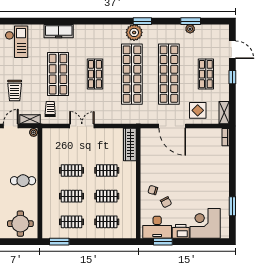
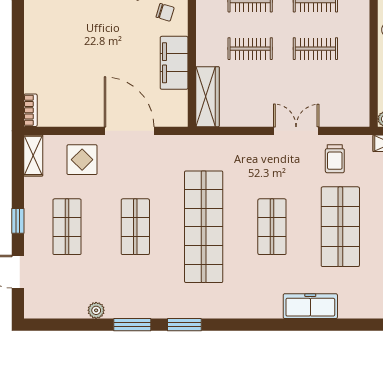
window: (191, 21) -> (132, 325), moved
freezer: (59, 31) -> (310, 306), moved
plant: (134, 32) -> (200, 304), removed
shop shelf: (169, 74) -> (135, 227), width x0.50, depth x0.74
trolley: (50, 109) -> (335, 159), moved
double door: (82, 126) -> (296, 131), swing flipped
filing cabinet: (148, 163) -> (174, 63), added

